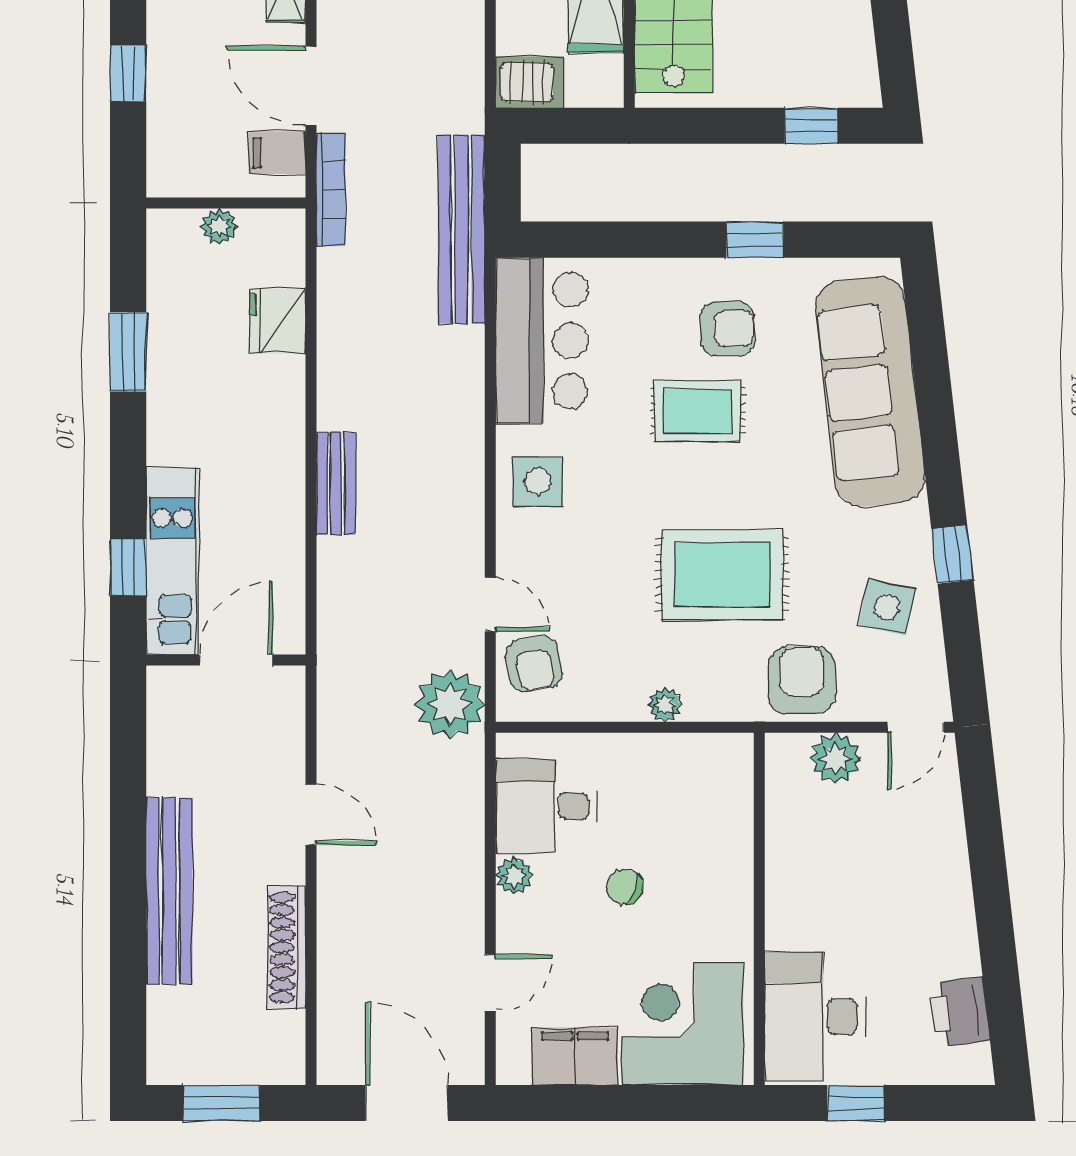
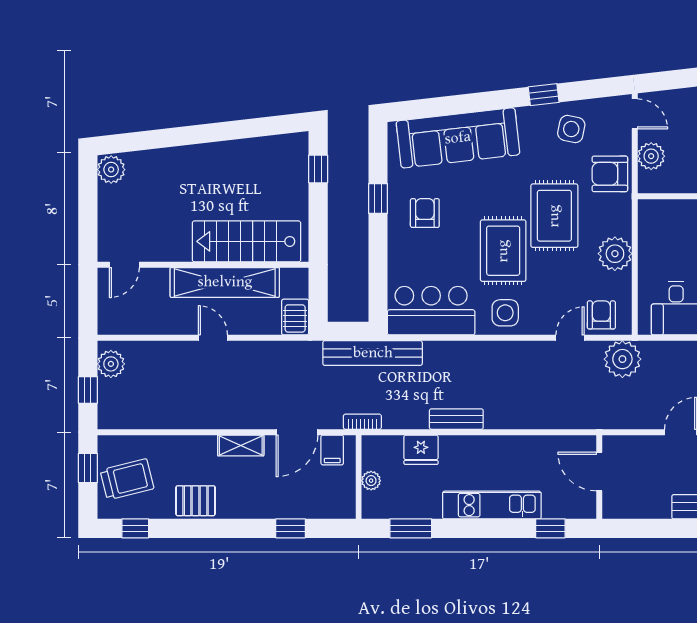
bookcase: (331, 190) -> (362, 422), width x0.64
window: (128, 352) -> (411, 528), moved
rug: (698, 411) -> (503, 251), moved, width x1.36, depth x1.43
bench: (336, 484) -> (456, 419), moved
kitchen unit: (172, 561) -> (492, 505), moved
armchair: (534, 664) -> (601, 315), turned -79
plant: (665, 705) -> (615, 254), width x1.87, depth x1.87

